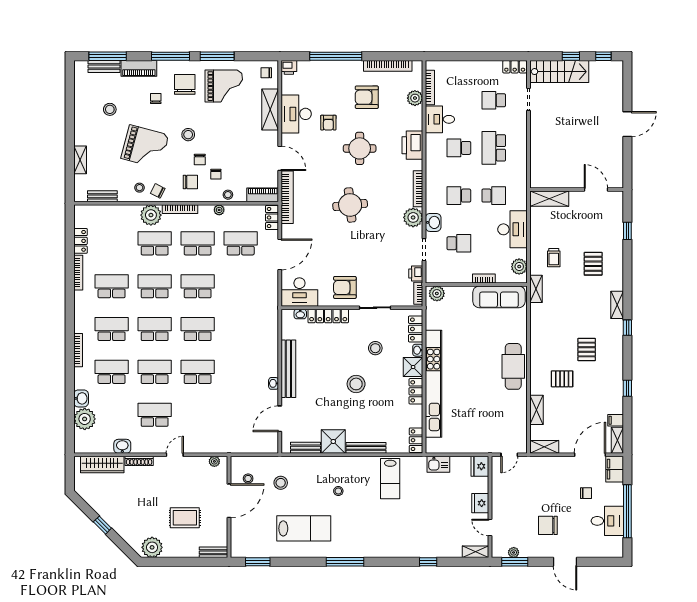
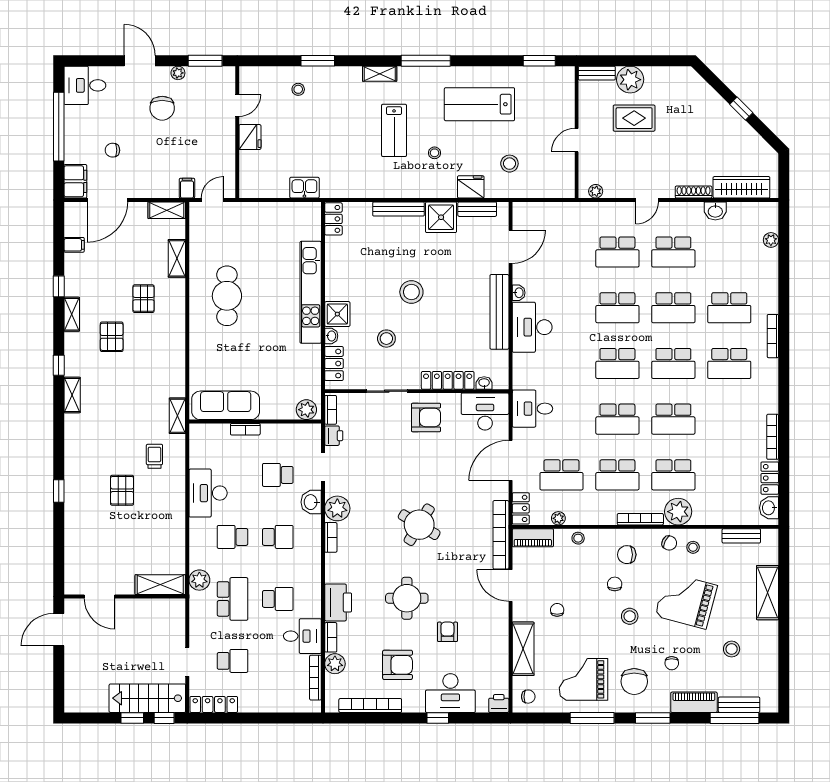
window: (170, 56) -> (653, 718), width x0.69
window: (336, 56) -> (438, 718), width x0.32
window: (603, 56) -> (164, 718), moved
locker: (515, 67) -> (214, 704), width x1.53
desk: (296, 114) -> (450, 693), moved, turned 90
bookcase: (418, 118) -> (331, 637), added
shelving: (80, 160) -> (768, 593), width x1.50, depth x1.33
chair: (216, 174) -> (557, 610), moved
bookcase: (418, 189) -> (331, 537), width x0.64
wall: (577, 190) -> (125, 597), moved
door: (596, 190) -> (100, 597), moved
shelving: (549, 199) -> (160, 585), moved
round table: (350, 205) -> (419, 525), turned 37
plant: (219, 210) -> (558, 518), moved
pallet: (593, 264) -> (122, 490), moved
plant: (519, 267) -> (199, 580), moved
school desk: (112, 286) -> (617, 252), moved
desk: (263, 294) -> (532, 409), added
desk: (263, 357) -> (532, 327), added
cafe table: (513, 366) -> (227, 296), moved
pallet: (562, 379) -> (144, 299), turned 90
kitchen unit: (434, 384) -> (311, 292), width x0.73
locker: (416, 391) -> (334, 282), removed
washbasin: (81, 398) -> (769, 508), moved
plant: (85, 419) -> (771, 240), width x0.53, depth x0.53
shelving: (617, 440) -> (72, 314), moved
filing cabinet: (529, 464) -> (187, 188), added
fridge: (480, 466) -> (471, 187), moved, turned -90
stool: (248, 478) -> (298, 89), moved
lab bench: (390, 479) -> (394, 130), moved, turned 180
door: (229, 501) -> (577, 140), width x0.53
desk: (607, 521) -> (85, 85), moved
chair: (548, 525) -> (162, 108), turned 90
door: (490, 527) -> (237, 105), hinge flipped
plant: (152, 547) -> (630, 80), moved
shelving: (476, 552) -> (380, 74), moved
plant: (514, 552) -> (178, 73), moved
window: (428, 562) -> (318, 61), width x1.50

